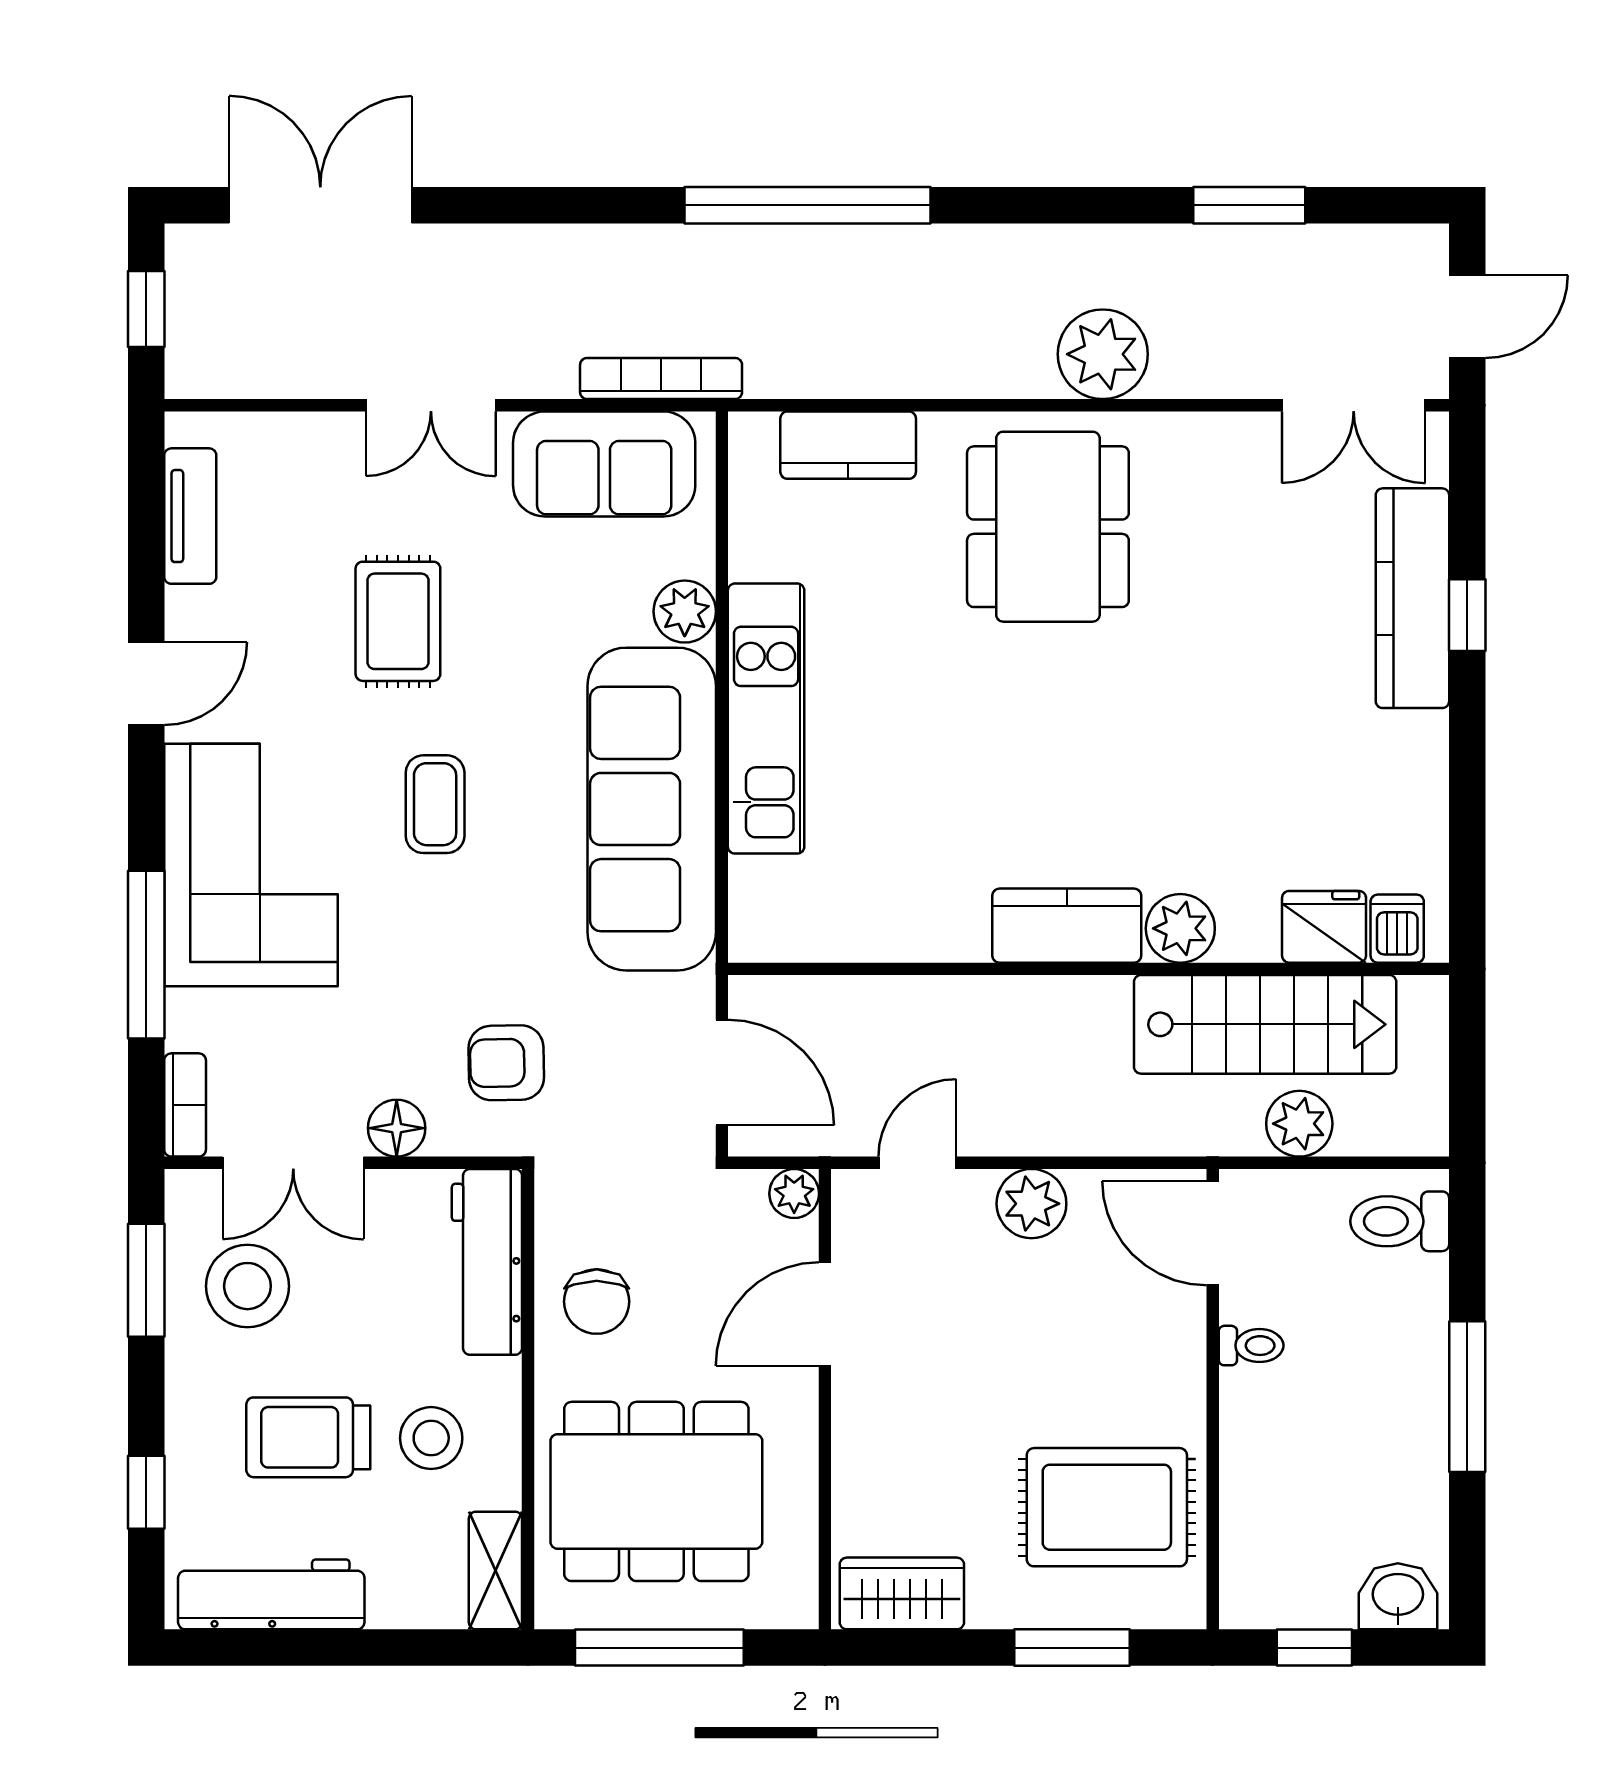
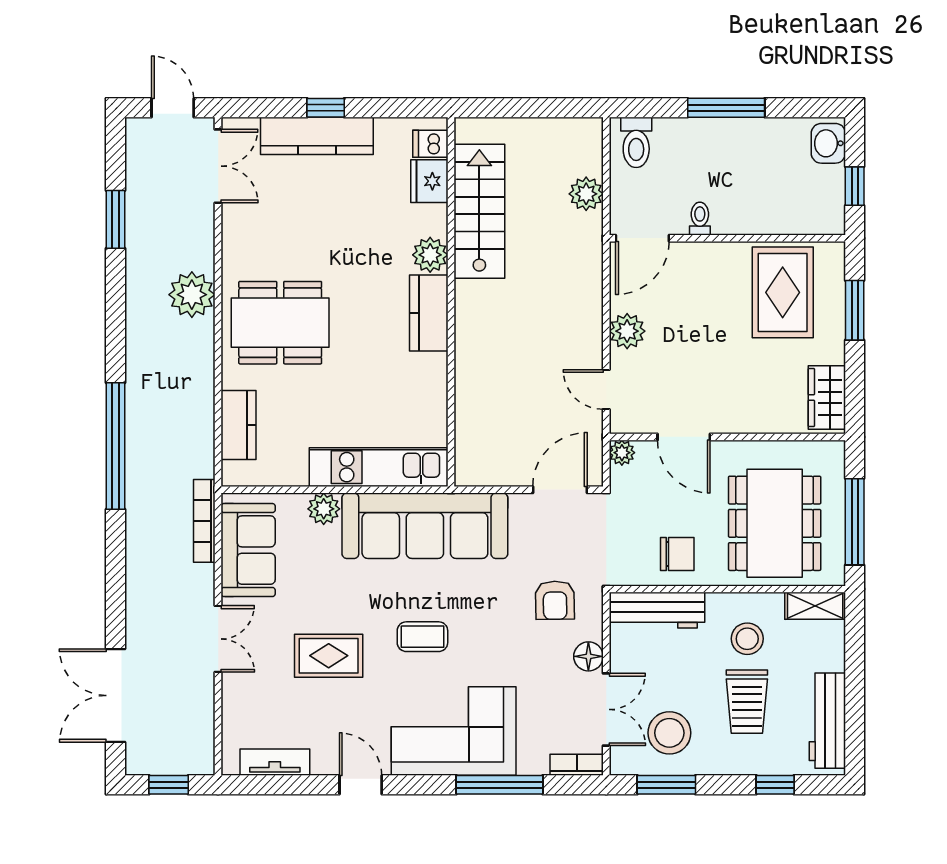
kitchen counter: (1067, 926) -> (429, 313), moved
fridge: (1324, 927) -> (429, 181), moved
plant: (1180, 928) -> (430, 255), moved
dishwasher: (1397, 929) -> (430, 144), moved
wall: (1089, 969) -> (451, 302), moved
stairs: (1265, 1024) -> (479, 211), moved

